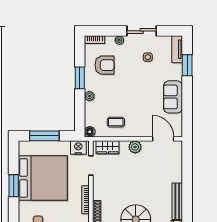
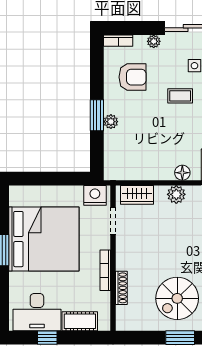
window: (80, 78) -> (97, 115), moved
coffee table: (116, 122) -> (180, 96), moved
floor lamp: (90, 132) -> (182, 173), moved
window: (44, 136) -> (46, 179), removed

